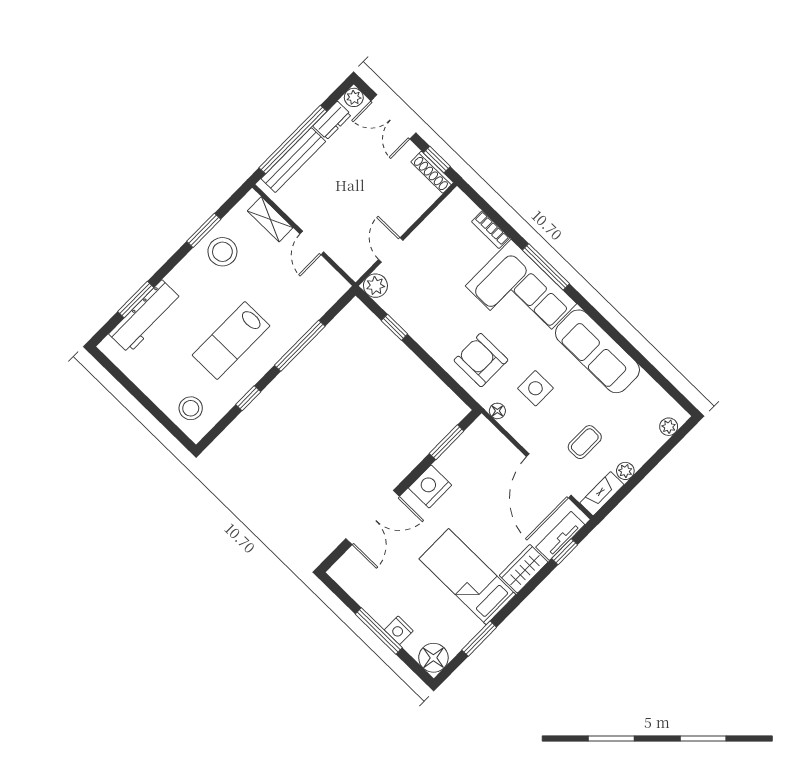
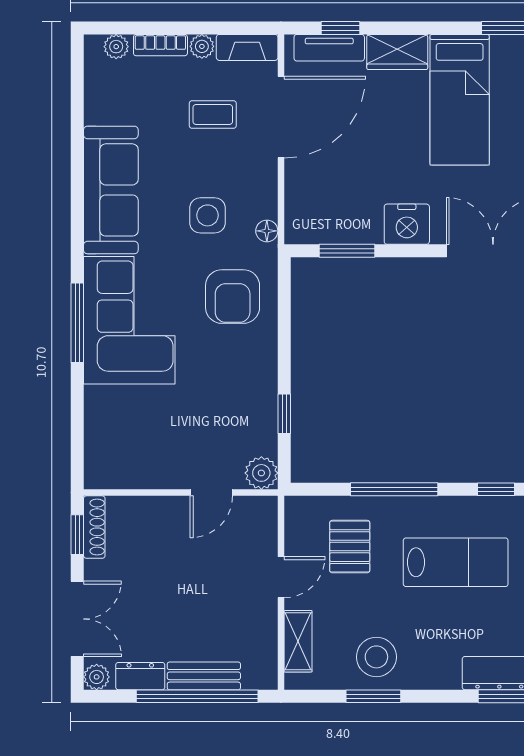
bench: (293, 160) -> (204, 676), width x0.73
bookcase: (491, 230) -> (160, 45), moved, turned 90
pallet: (293, 294) -> (350, 547), added

